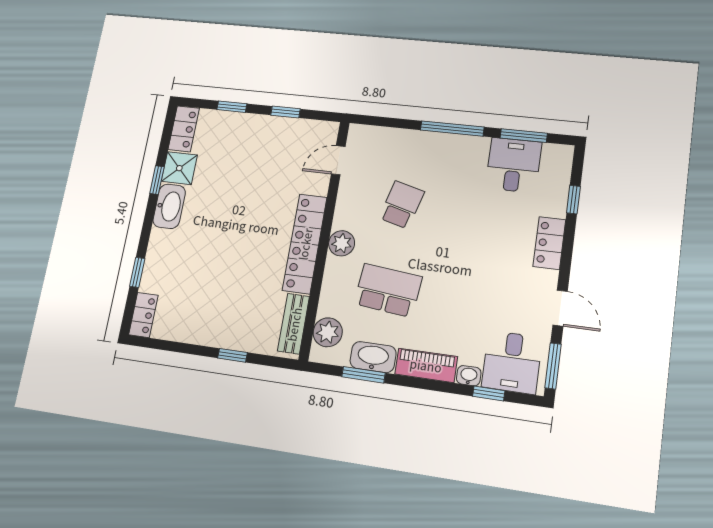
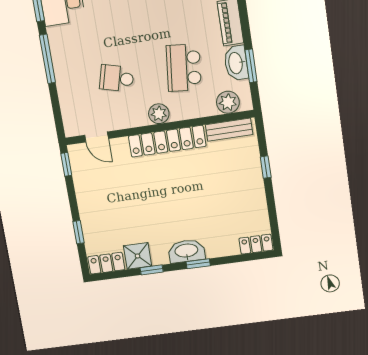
window: (285, 112) -> (66, 164), moved
washbasin: (169, 206) -> (186, 251), moved
window: (137, 272) -> (198, 264), moved

